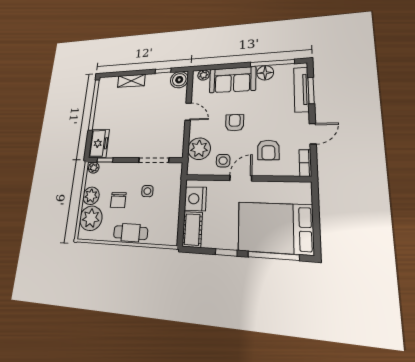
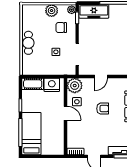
door: (188, 112) -> (101, 76), moved
freezer: (99, 143) -> (94, 11), width x1.40
plant: (199, 149) -> (75, 86), moved
armchair: (268, 150) -> (84, 130), removed
chair: (118, 200) -> (61, 28), moved
plant: (91, 218) -> (36, 13), removed
bed: (275, 228) -> (31, 134), width x0.67

